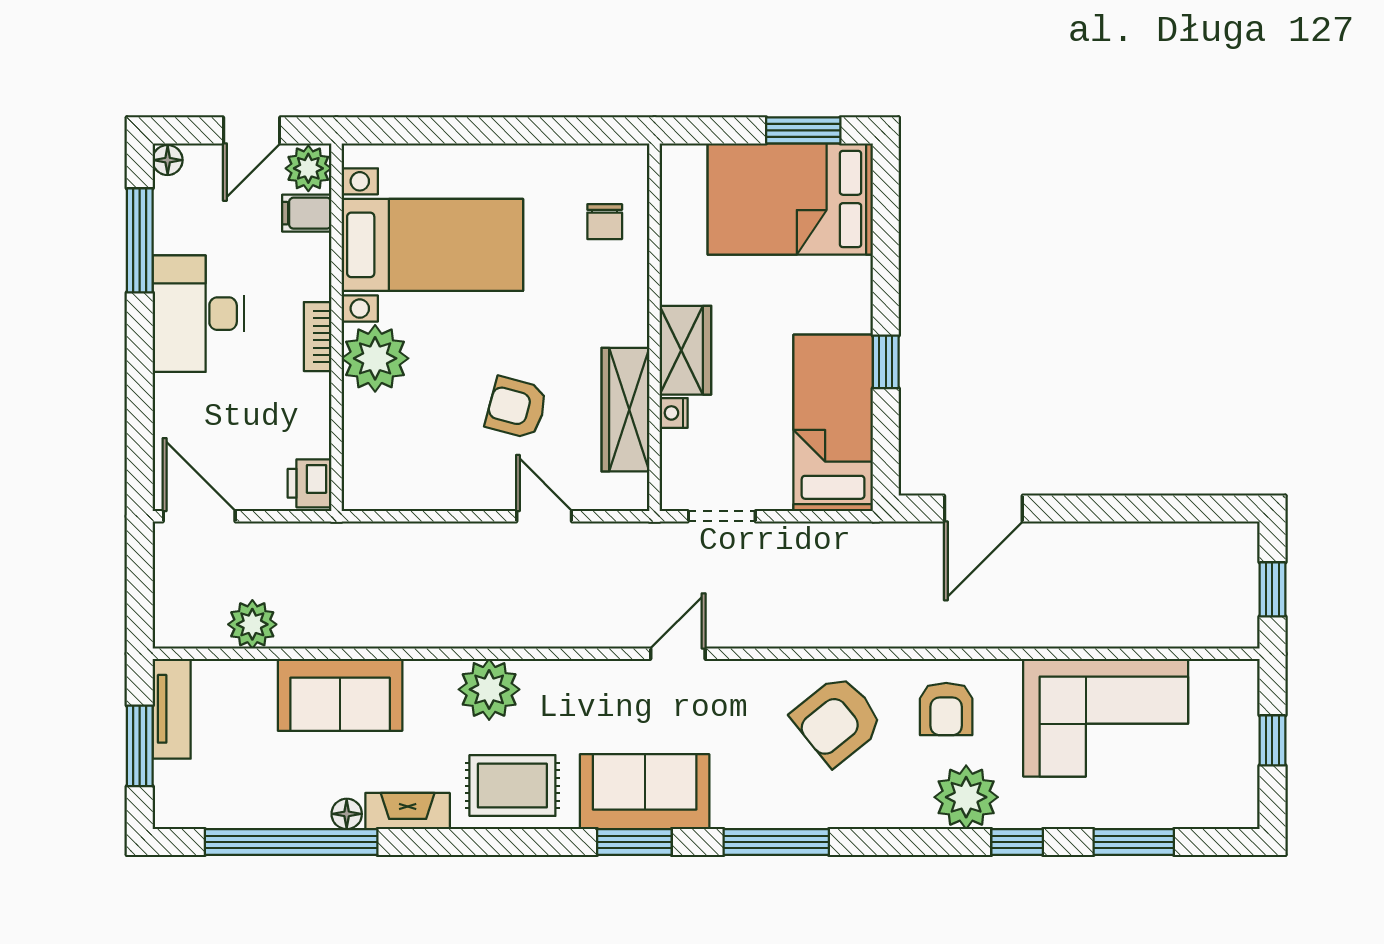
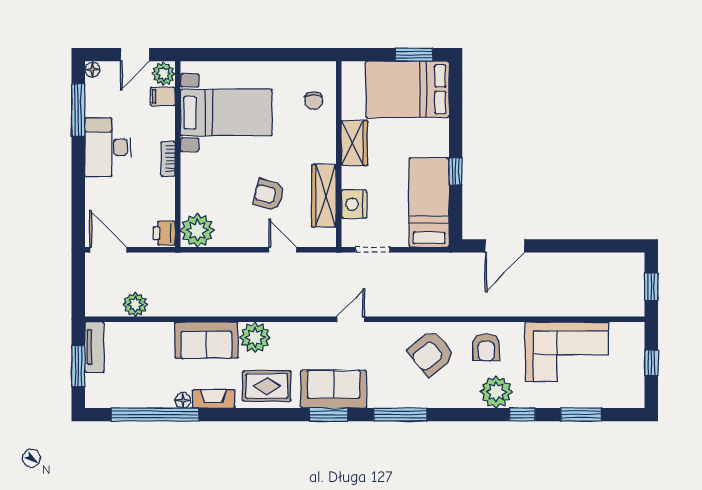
wardrobe: (685, 350) -> (354, 143), moved
plant: (375, 358) -> (197, 230), moved
nightstand: (674, 413) -> (354, 204), width x1.89, depth x1.79
sofa: (340, 695) -> (206, 340), moved

